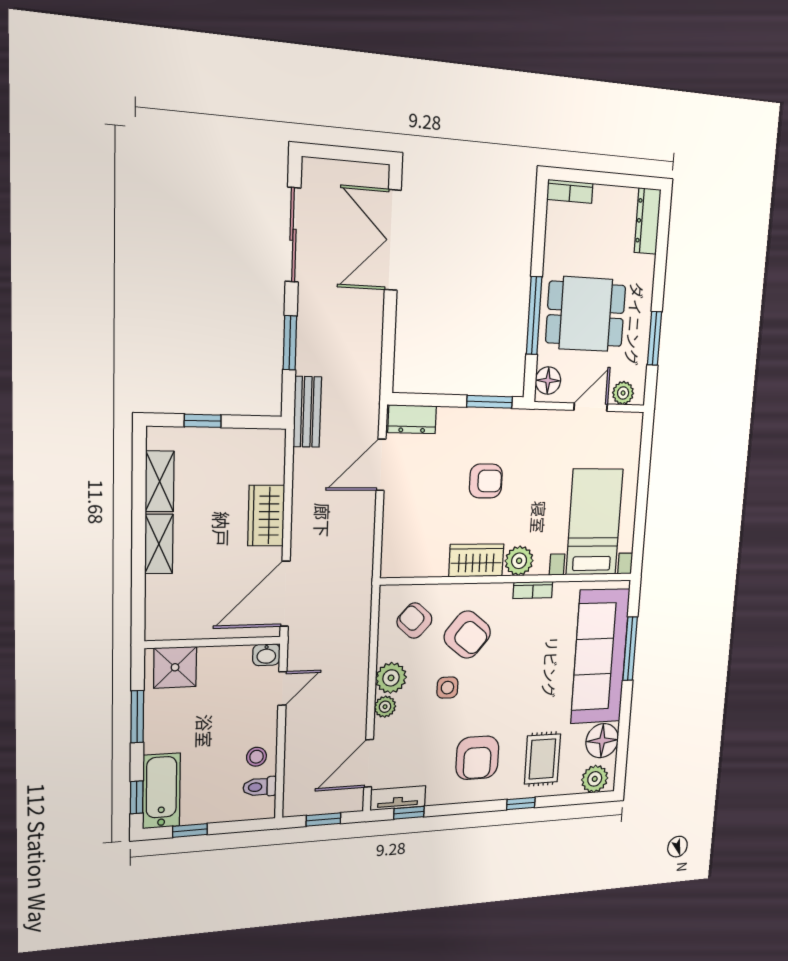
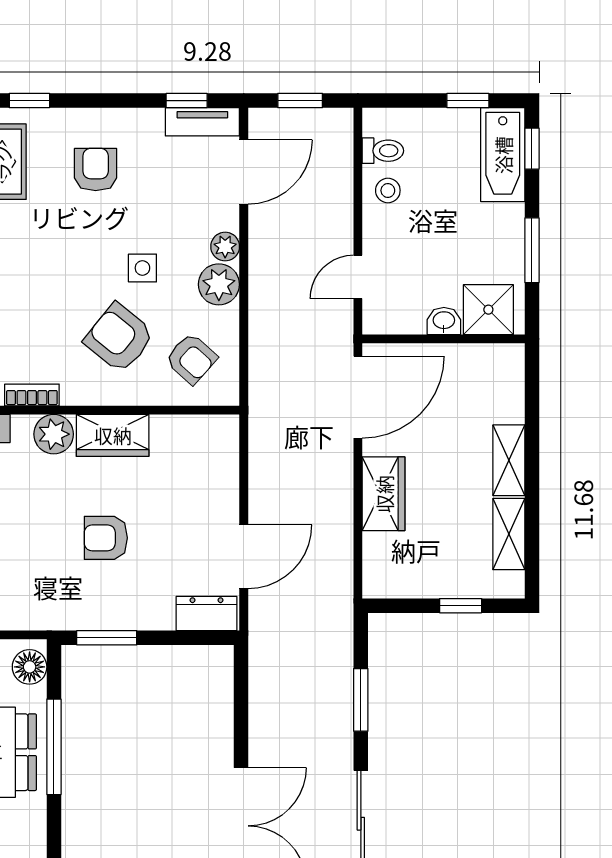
bench: (307, 412) -> (338, 619), removed
washbasin: (266, 655) -> (444, 321), moved
armchair: (477, 758) -> (96, 170), width x0.72, depth x0.72

